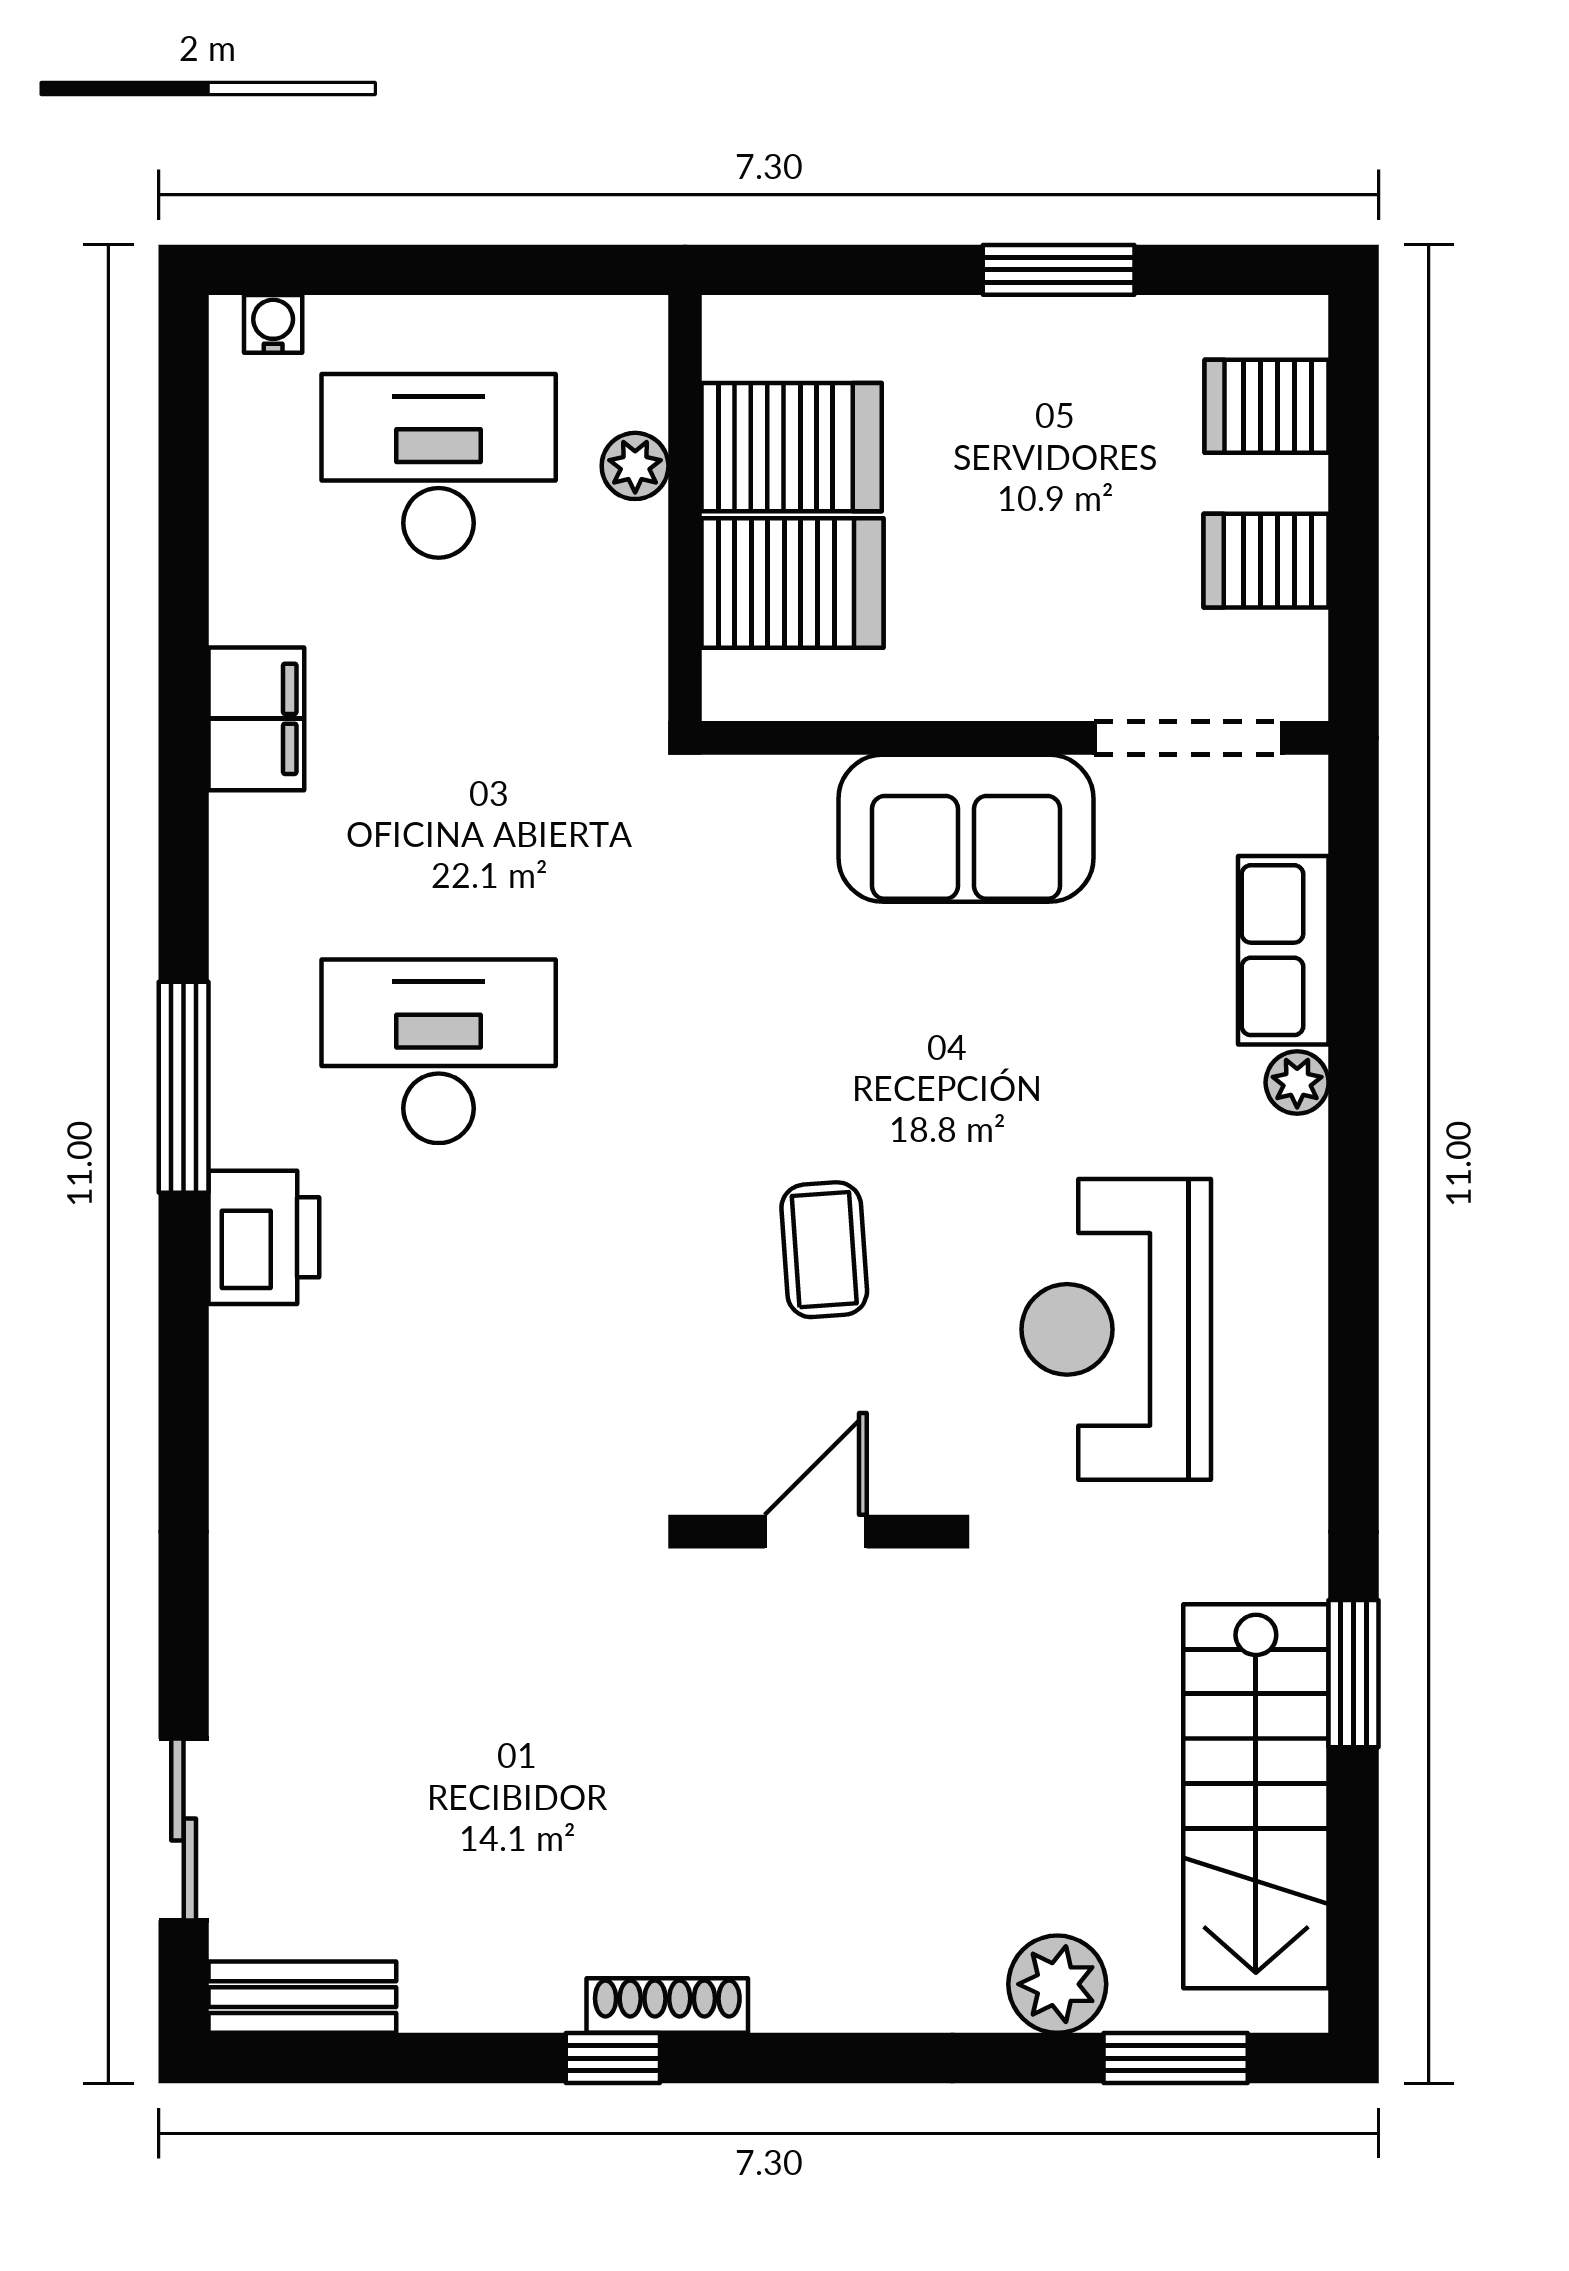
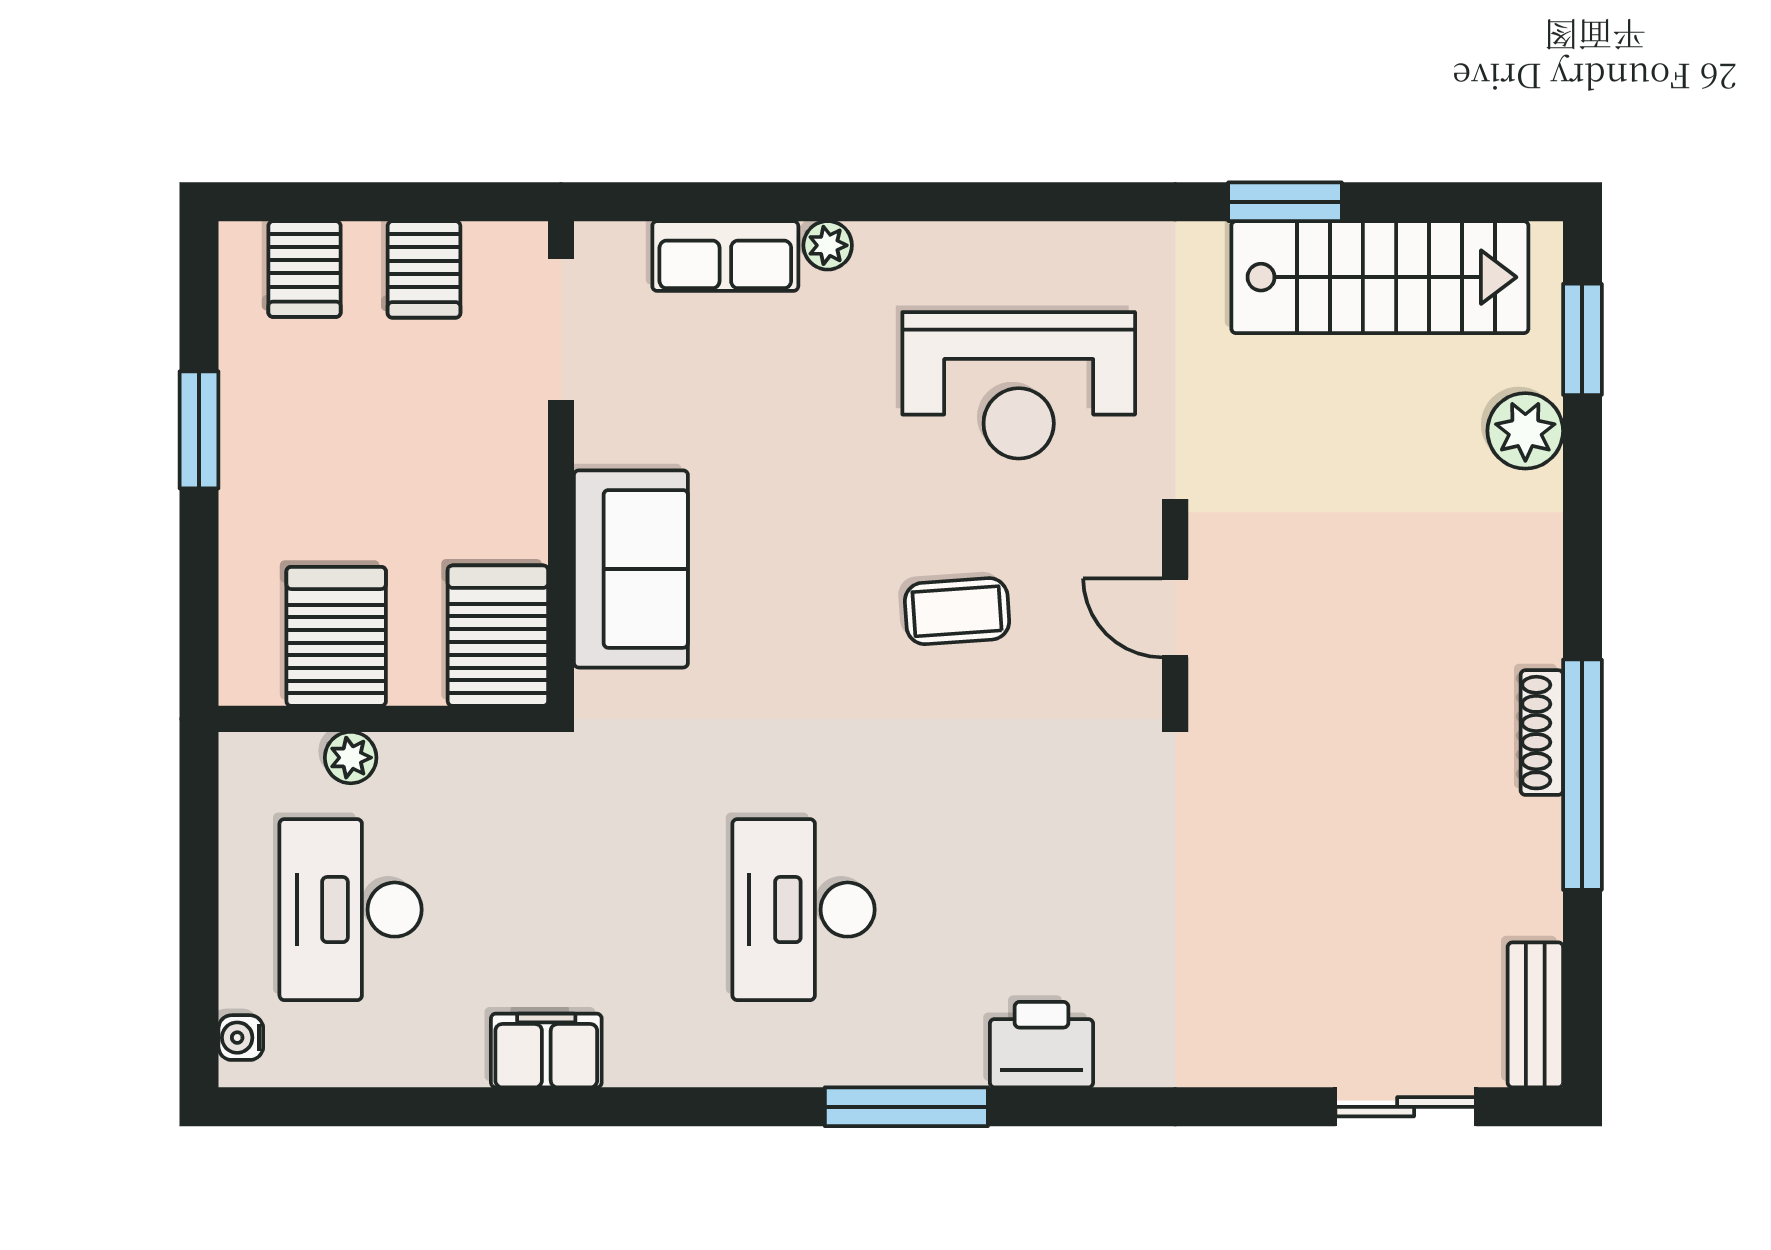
server rack: (793, 583) -> (498, 636), moved
sofa: (966, 828) -> (631, 569), moved
window: (184, 1087) -> (906, 1107), moved
printer: (264, 1237) -> (1041, 1045), moved
window: (613, 2058) -> (1582, 775), width x3.17

